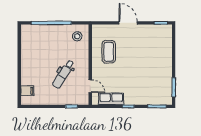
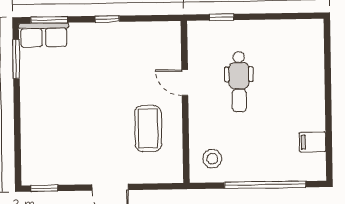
dental chair: (63, 74) -> (239, 82), turned 148
door: (90, 86) -> (185, 83), moved
filing cabinet: (27, 91) -> (313, 142), moved
row of seats: (111, 99) -> (44, 35), moved

